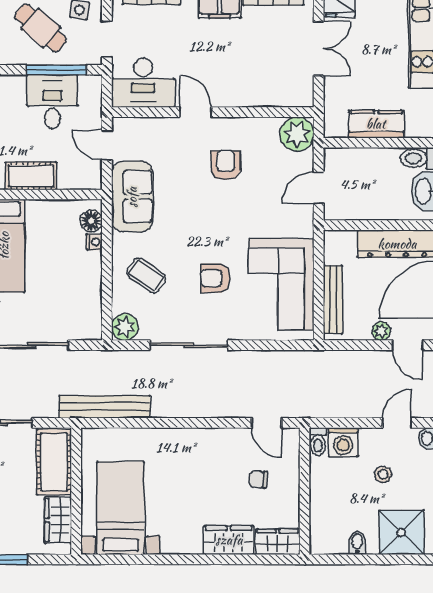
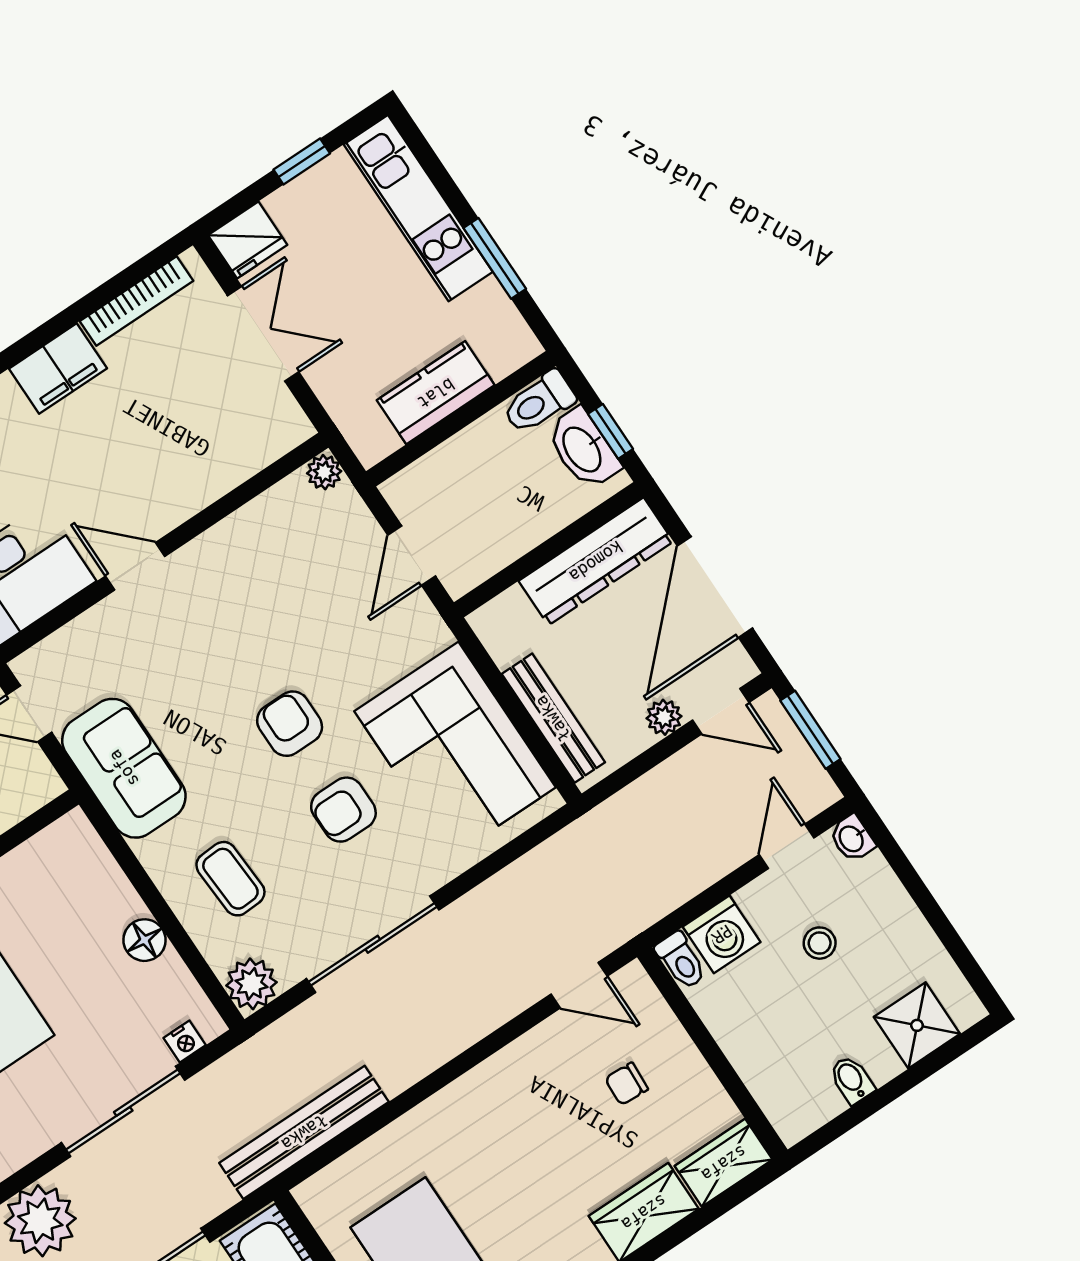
plant: (297, 134) -> (324, 472), width x0.53, depth x0.53
armchair: (226, 165) -> (290, 724), moved
floor lamp: (91, 221) -> (145, 940), moved
nightstand: (94, 242) -> (185, 1042), moved, turned 90
coffee table: (146, 275) -> (230, 879), turned 53
shower: (401, 532) -> (917, 1025), width x0.73, depth x0.73

